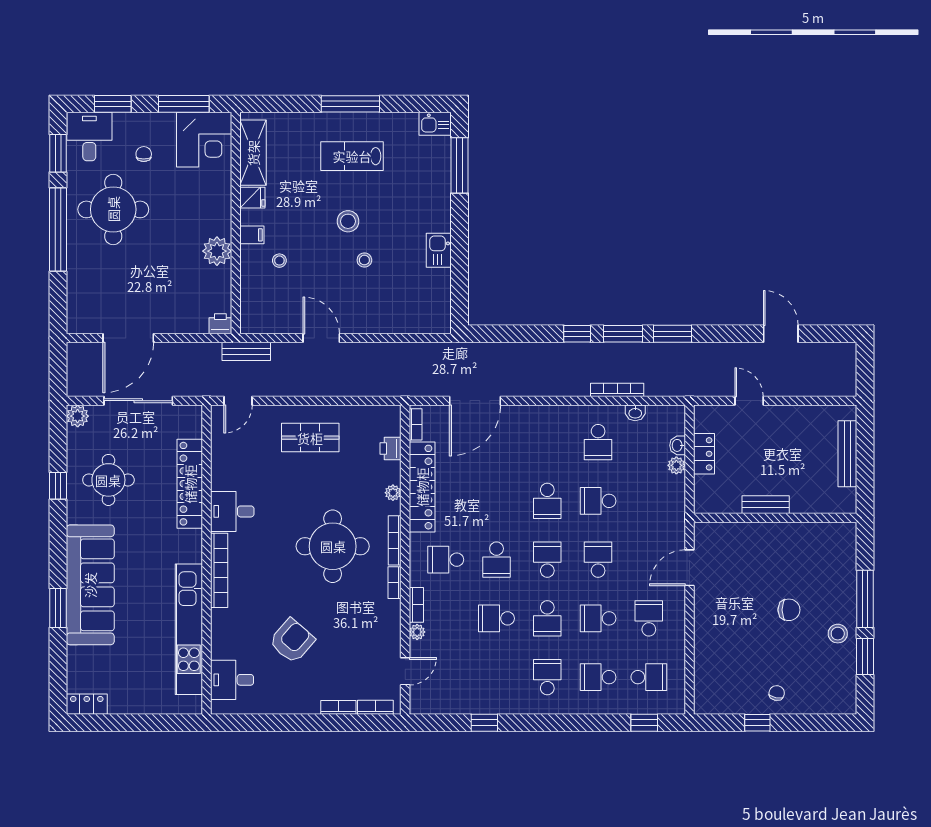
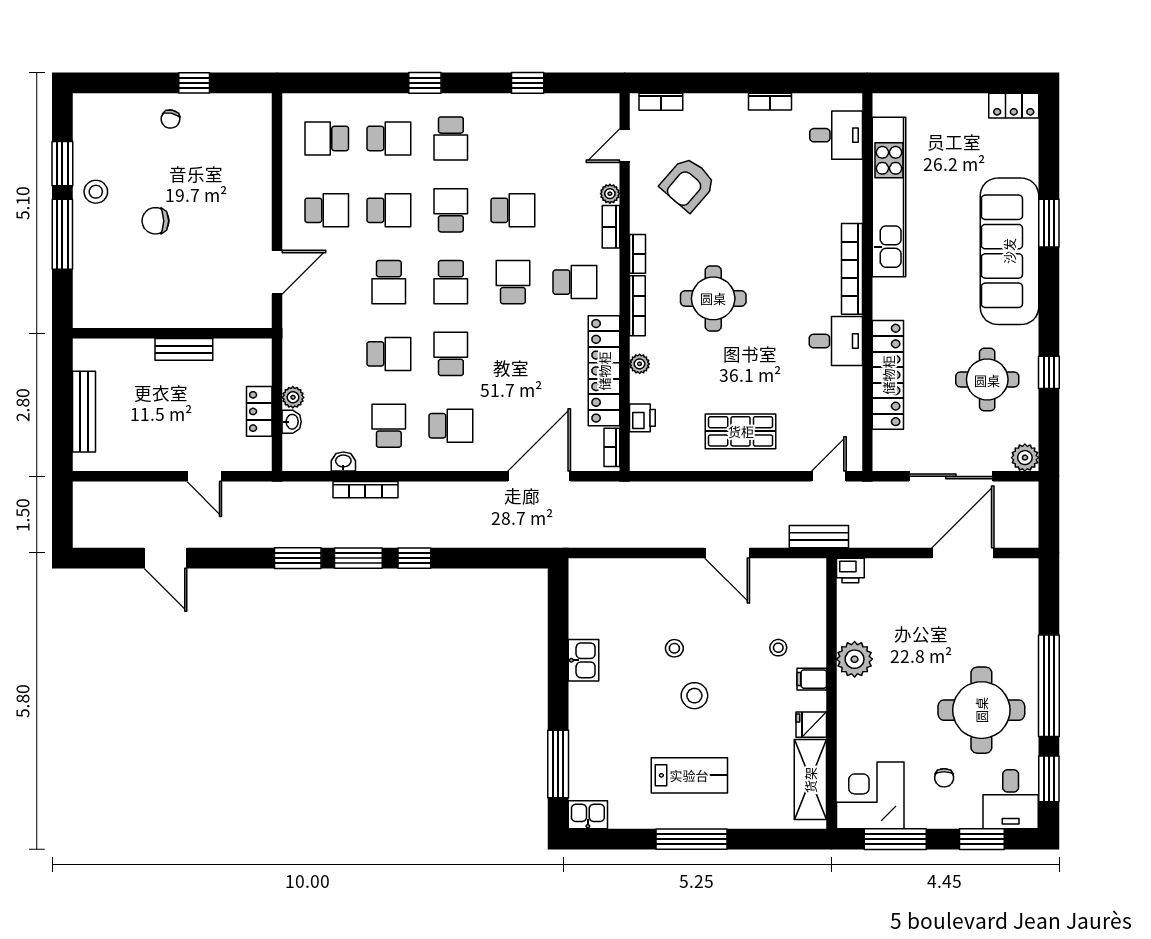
school desk: (547, 442) -> (451, 426), added
round table: (333, 546) -> (713, 298), width x0.73, depth x0.73
school desk: (649, 618) -> (327, 210), turned -90
armchair: (292, 641) -> (688, 184), moved
bookcase: (338, 707) -> (770, 102), moved
window: (644, 723) -> (425, 83), moved

